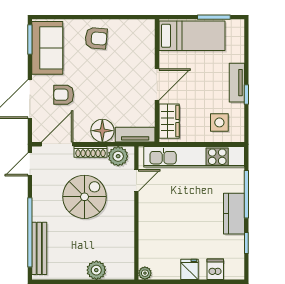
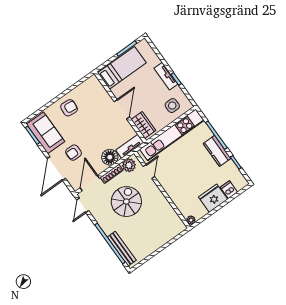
fridge: (189, 269) -> (213, 198), width x1.88, depth x1.34
plant: (96, 270) -> (162, 238), removed

